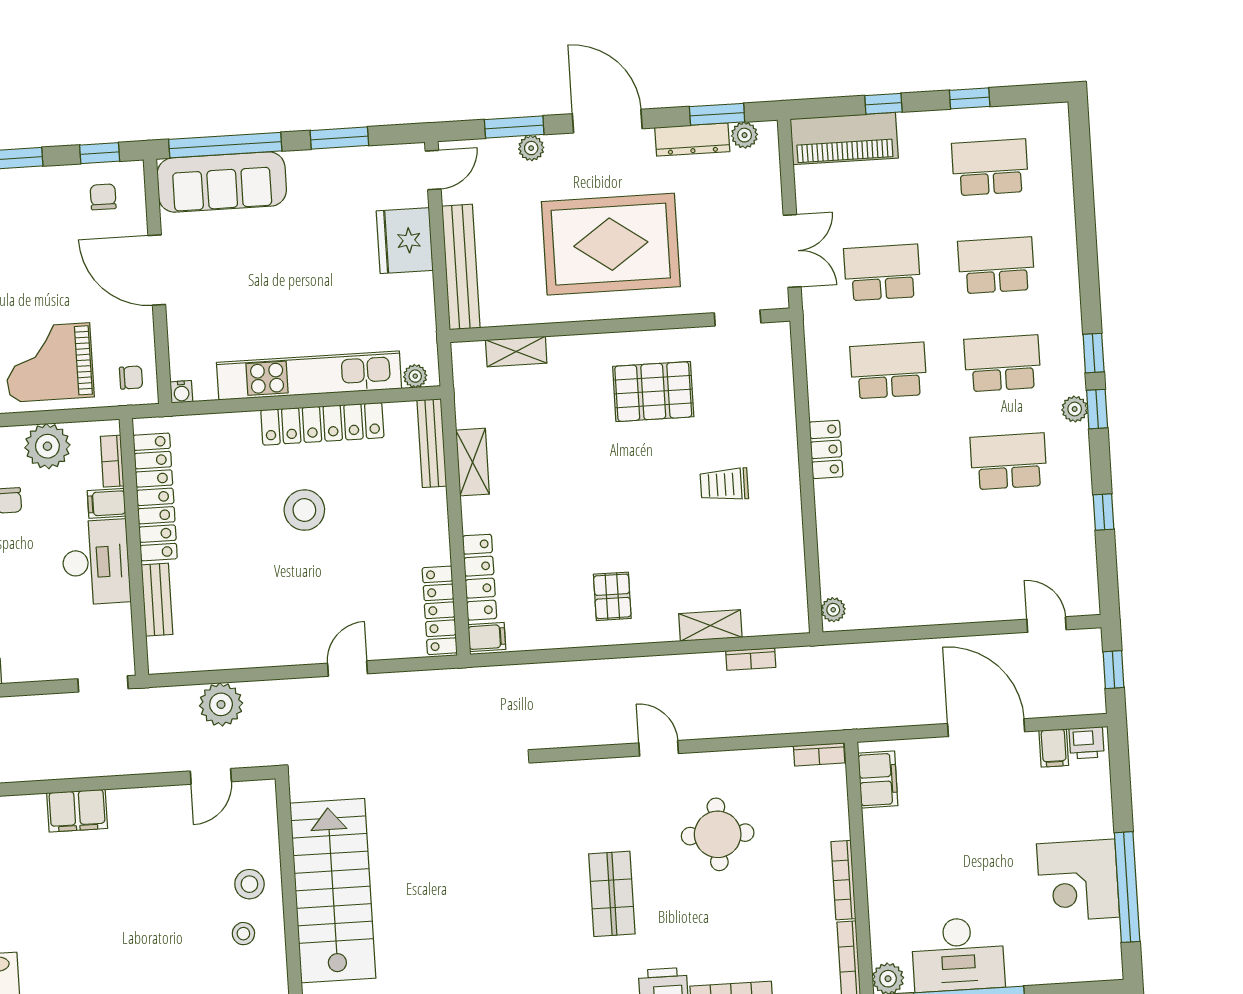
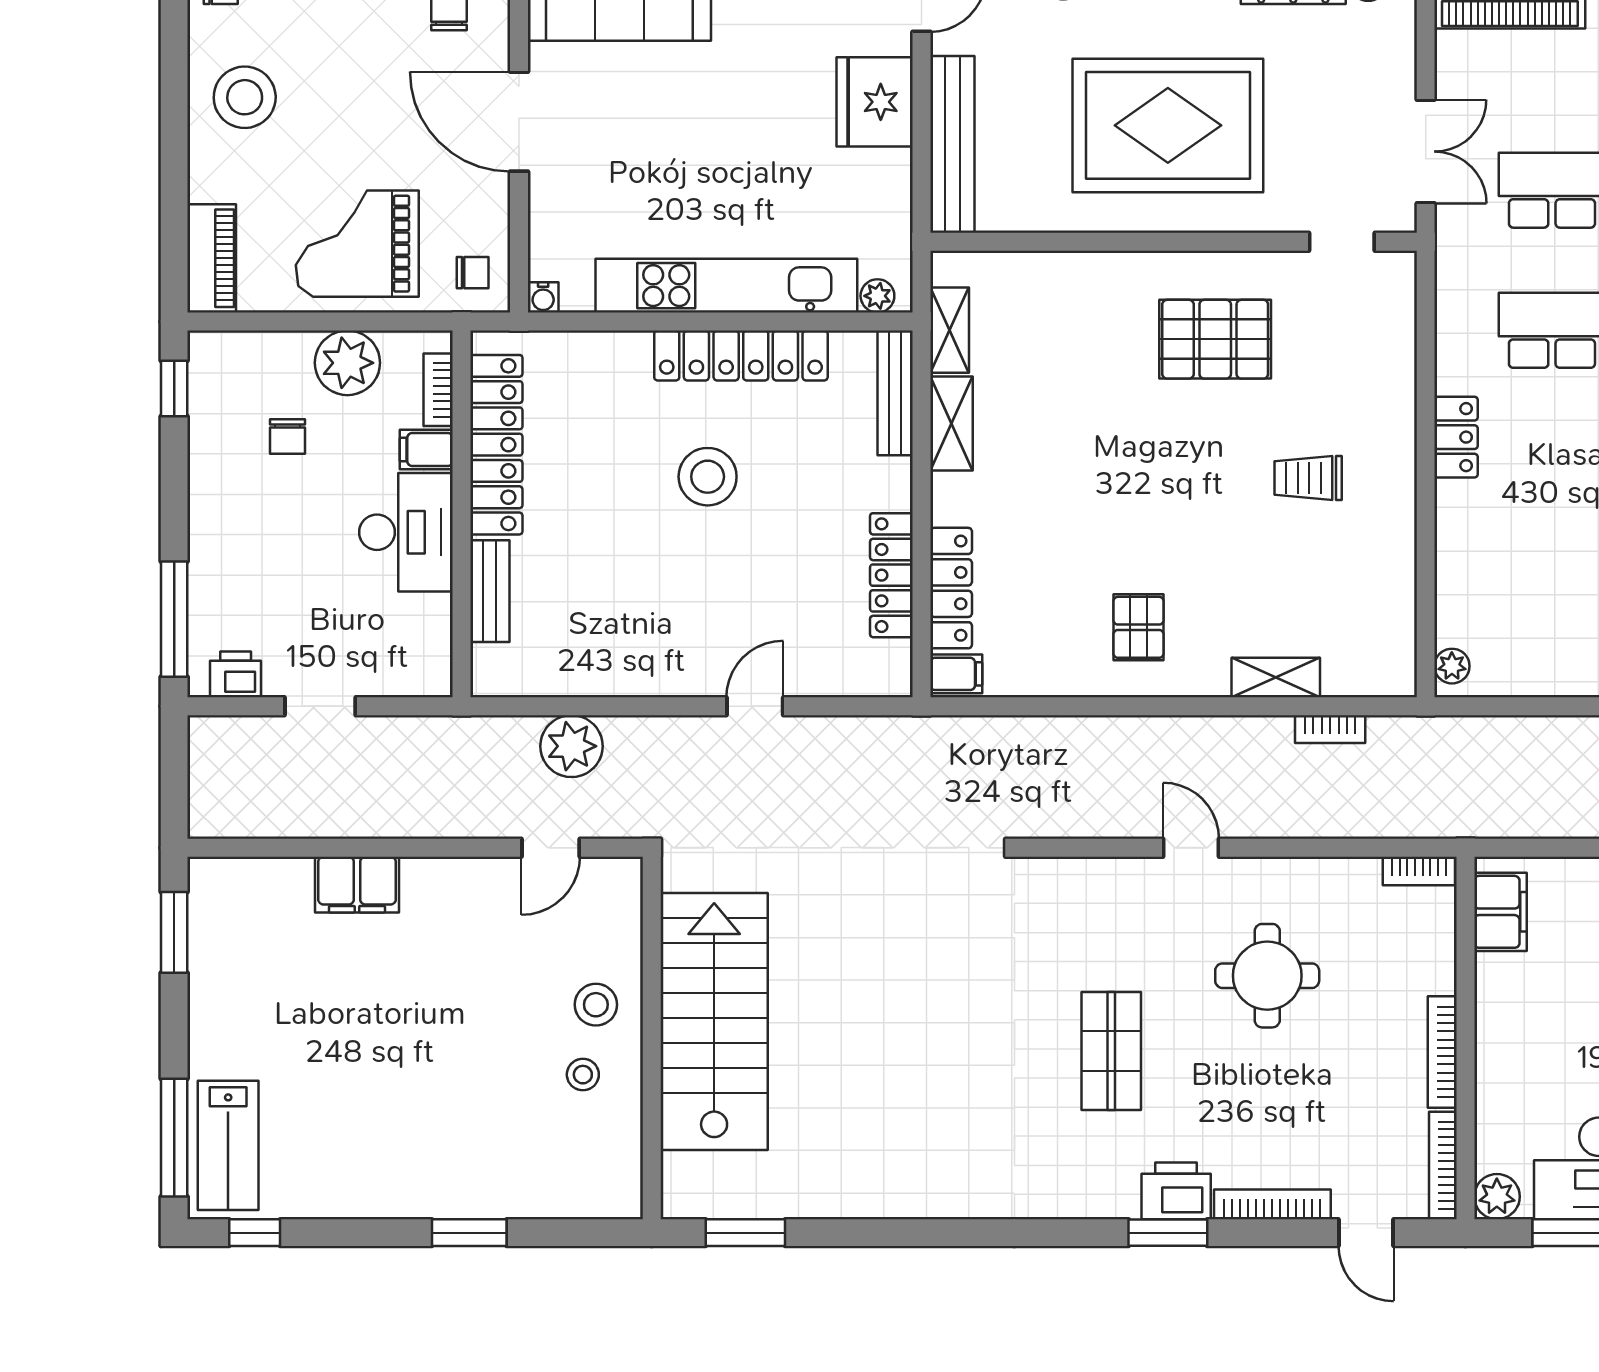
shelving: (516, 352) -> (950, 330), moved, turned 90
locker: (440, 610) -> (891, 575), moved
doorway: (103, 684) -> (320, 706), moved

